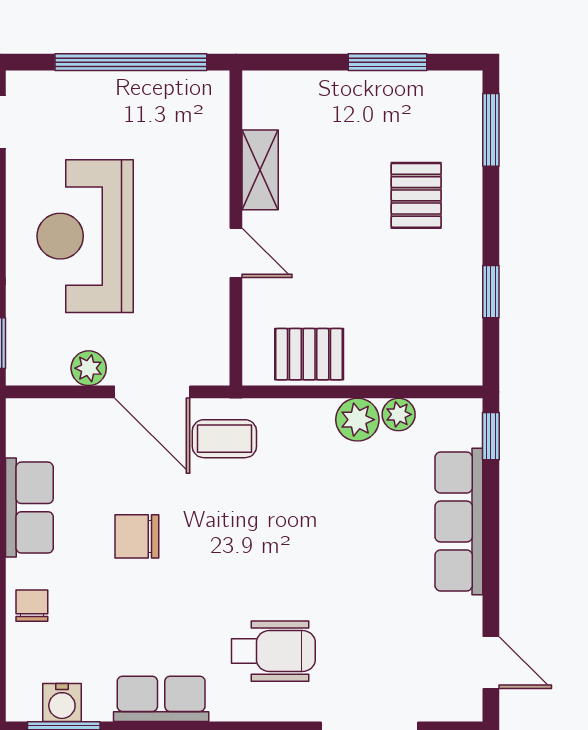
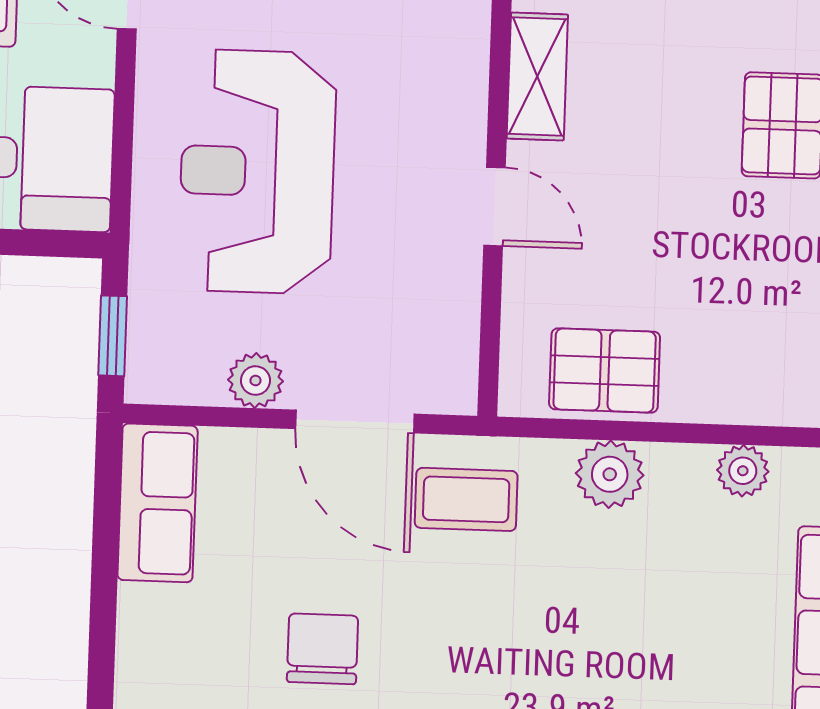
plant: (357, 420) -> (610, 474), moved
row of seats: (29, 508) -> (158, 503), moved
chair: (137, 536) -> (322, 649), turned 90

